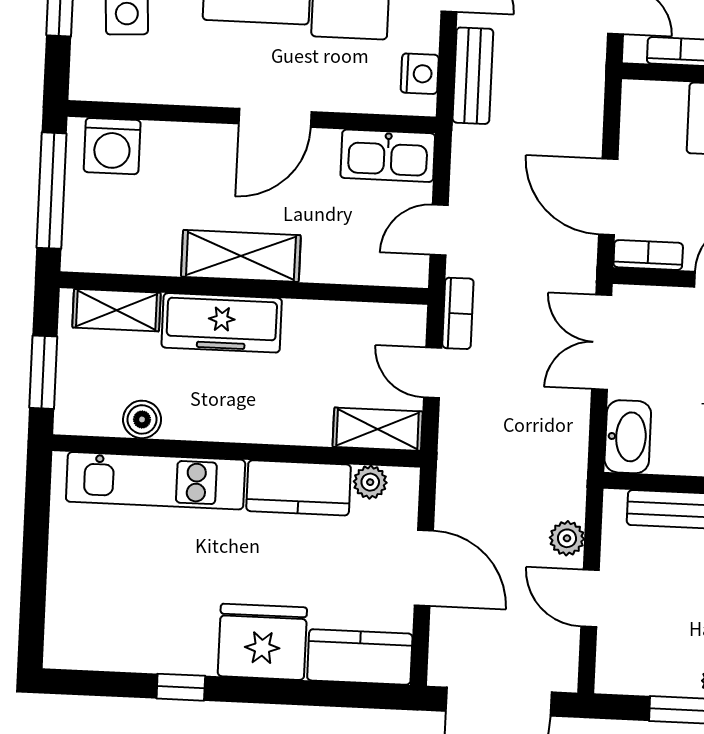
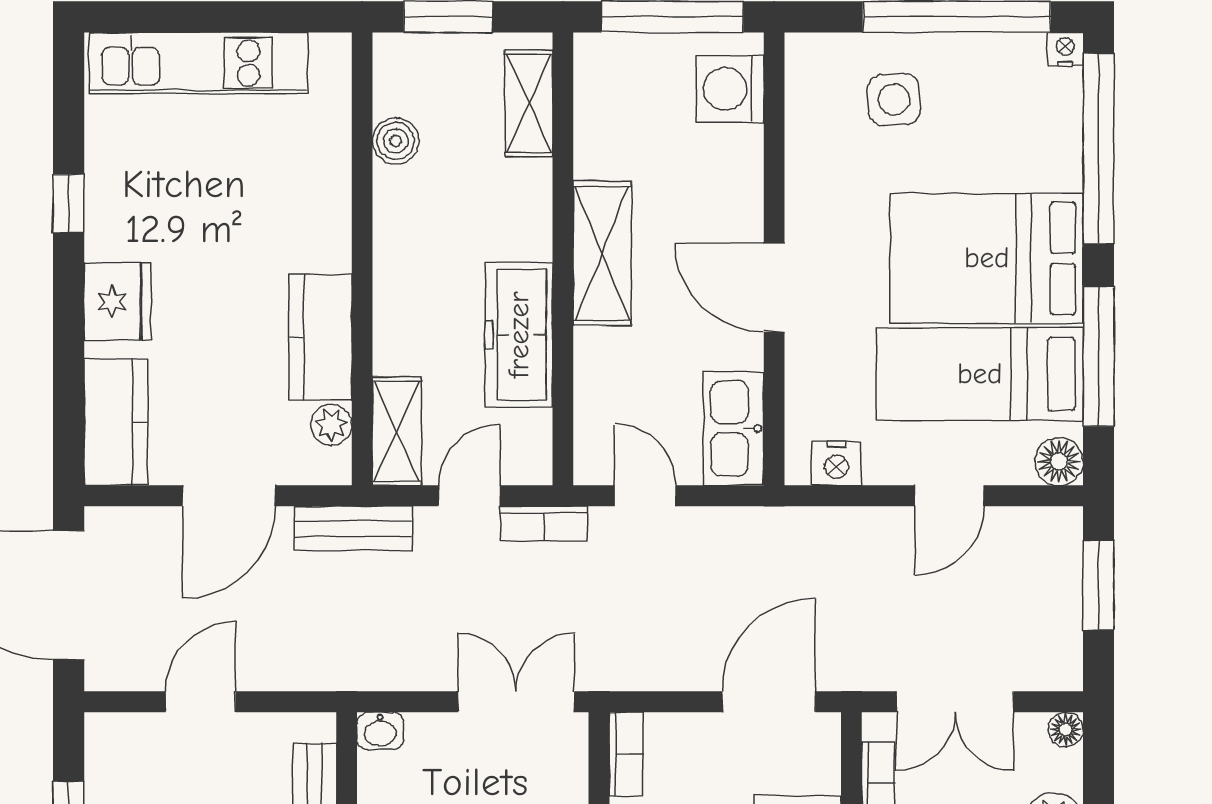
bench: (473, 76) -> (353, 529), moved
door: (608, 197) -> (769, 702), moved
freezer: (222, 323) -> (519, 335), moved
washbasin: (628, 437) -> (380, 731), width x0.52, depth x0.69
kitchen unit: (156, 481) -> (198, 63), moved, turned -90
plant: (567, 538) -> (273, 670), removed
fridge: (262, 642) -> (118, 301), width x0.73, depth x0.75

